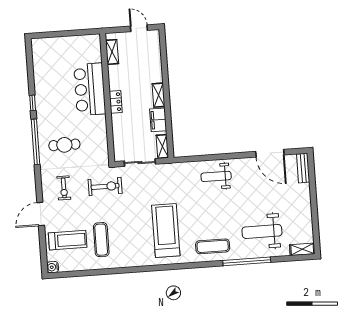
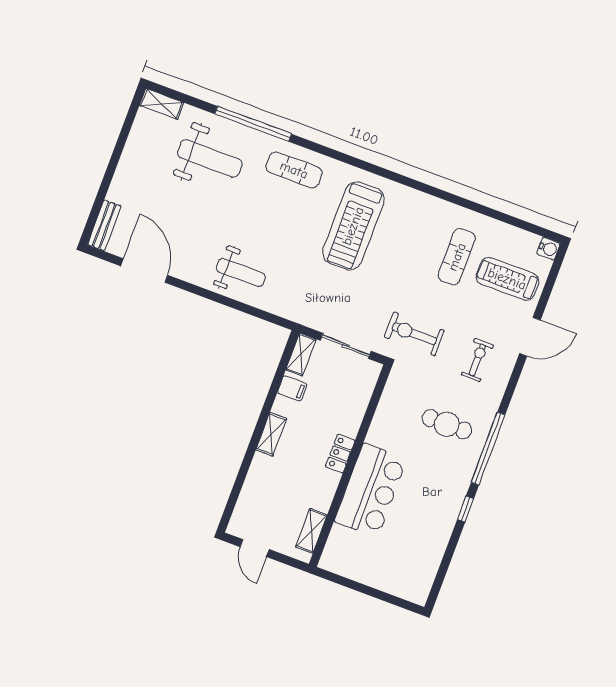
filing cabinet: (158, 120) -> (292, 388), width x0.50

